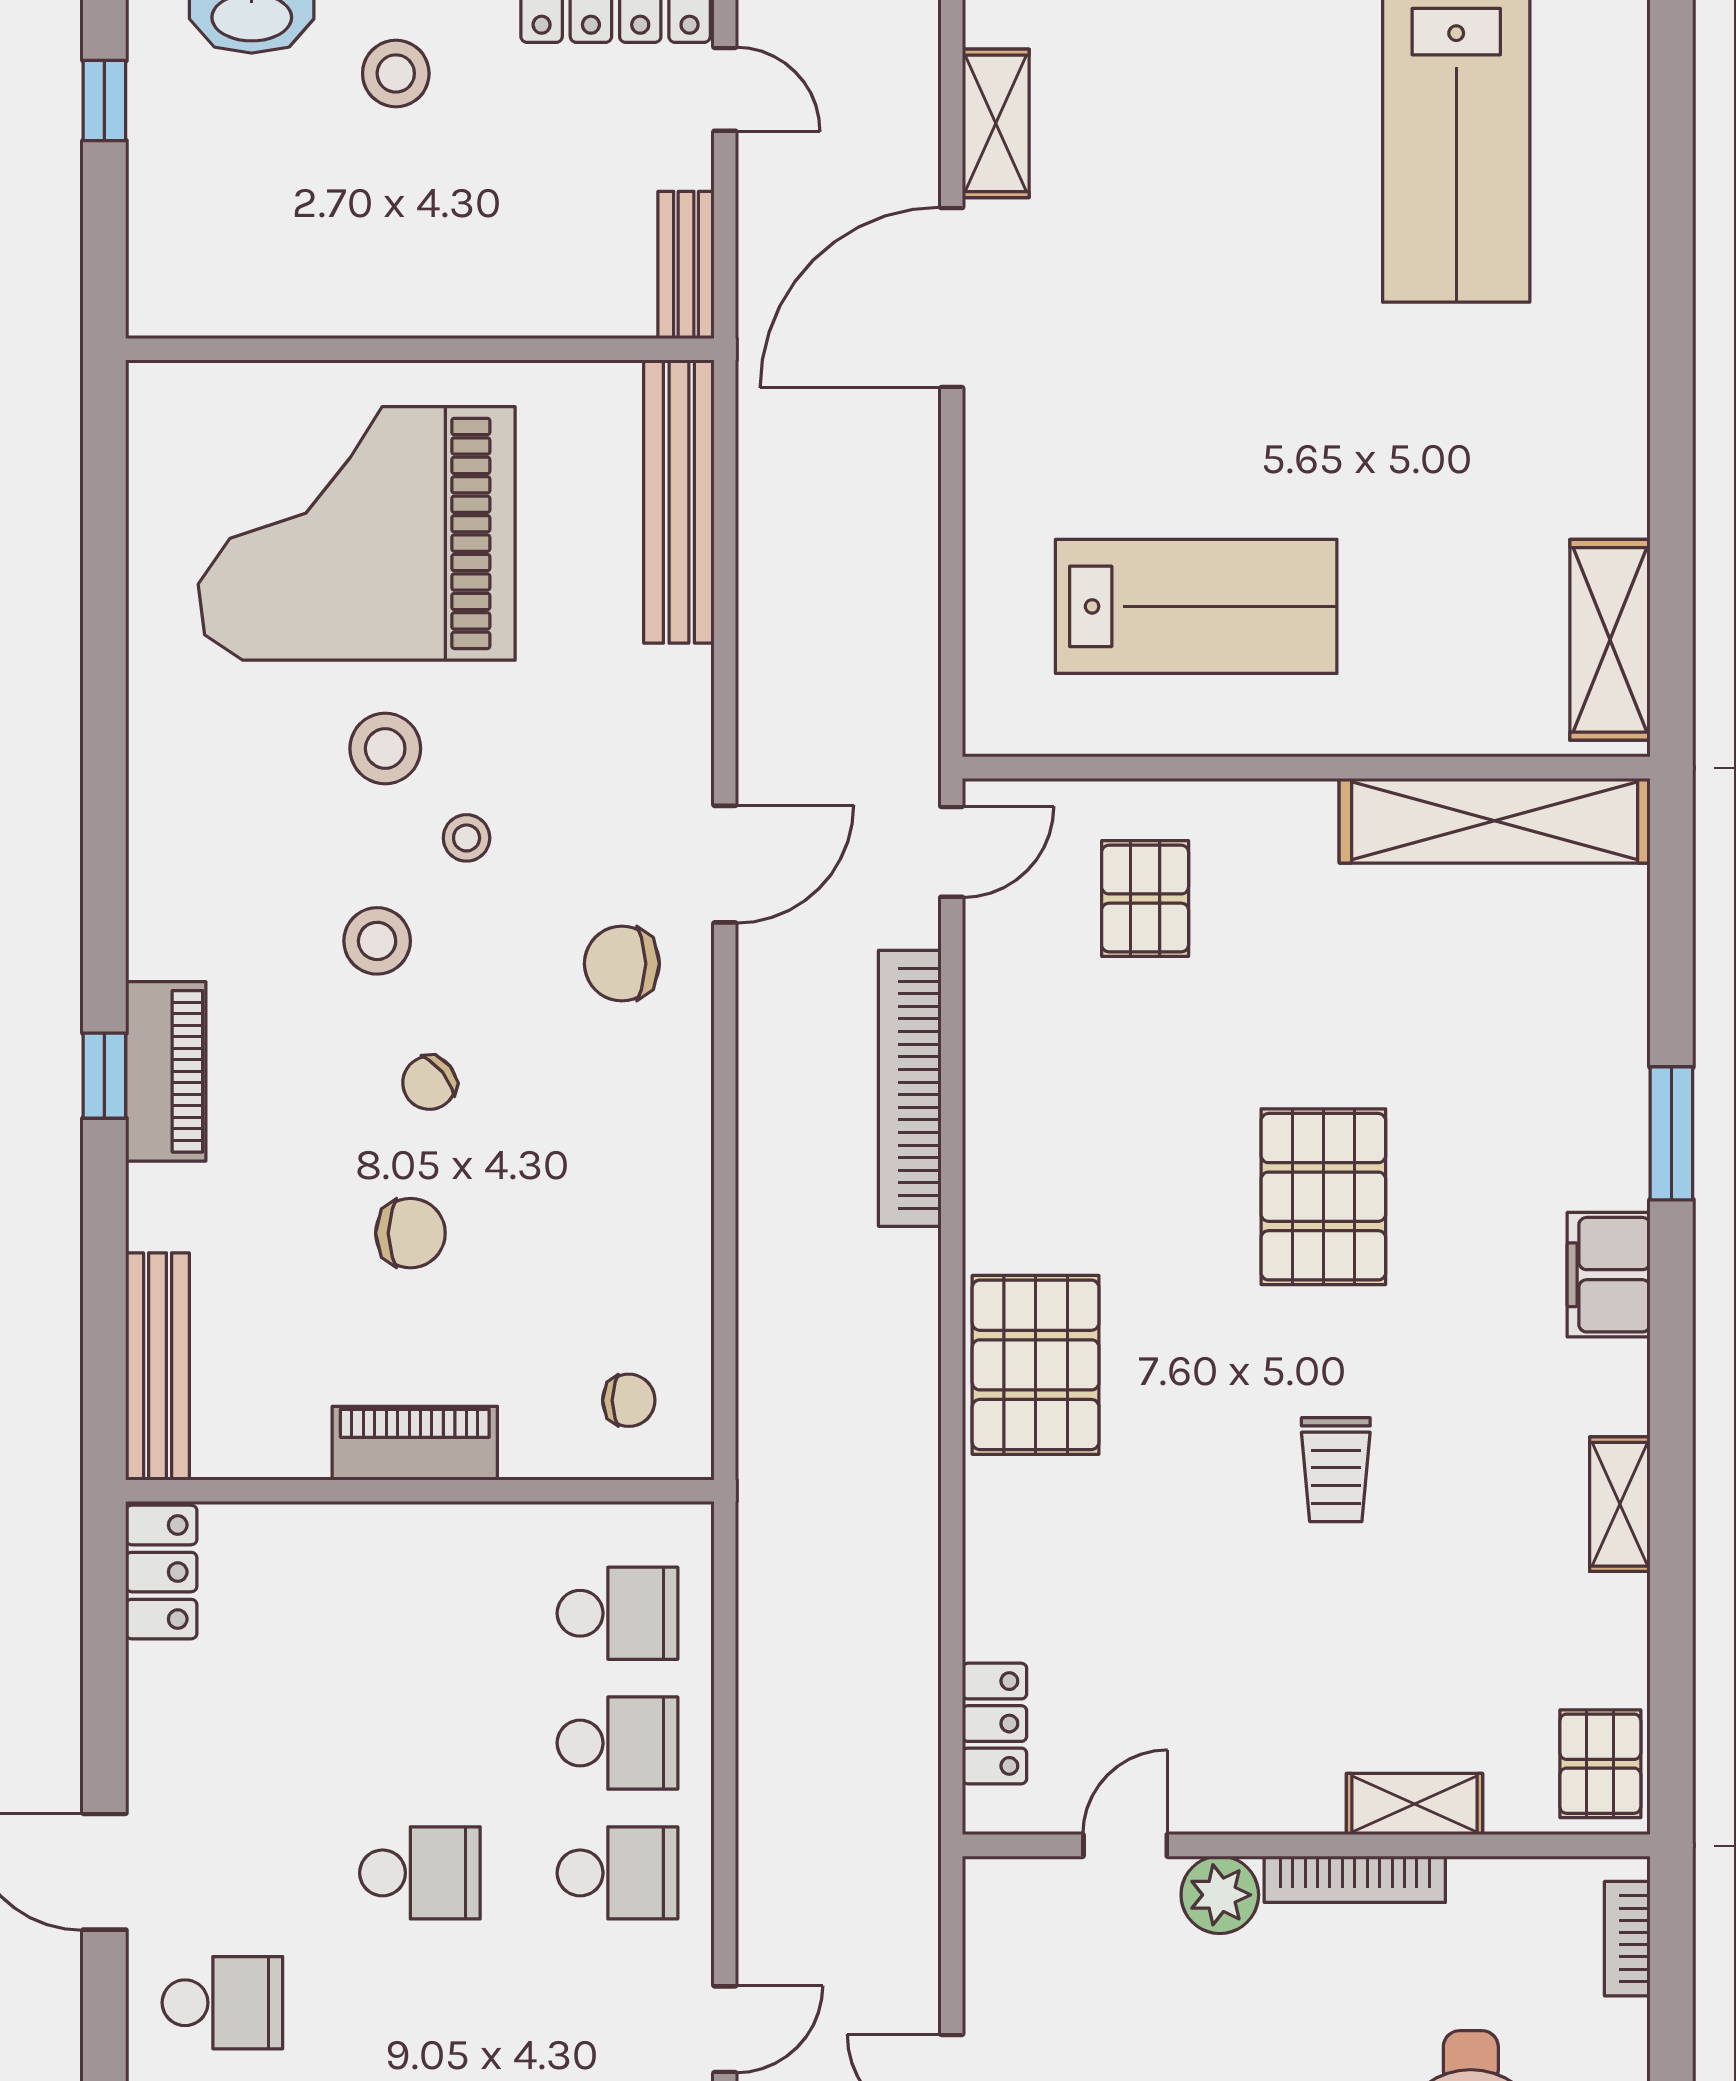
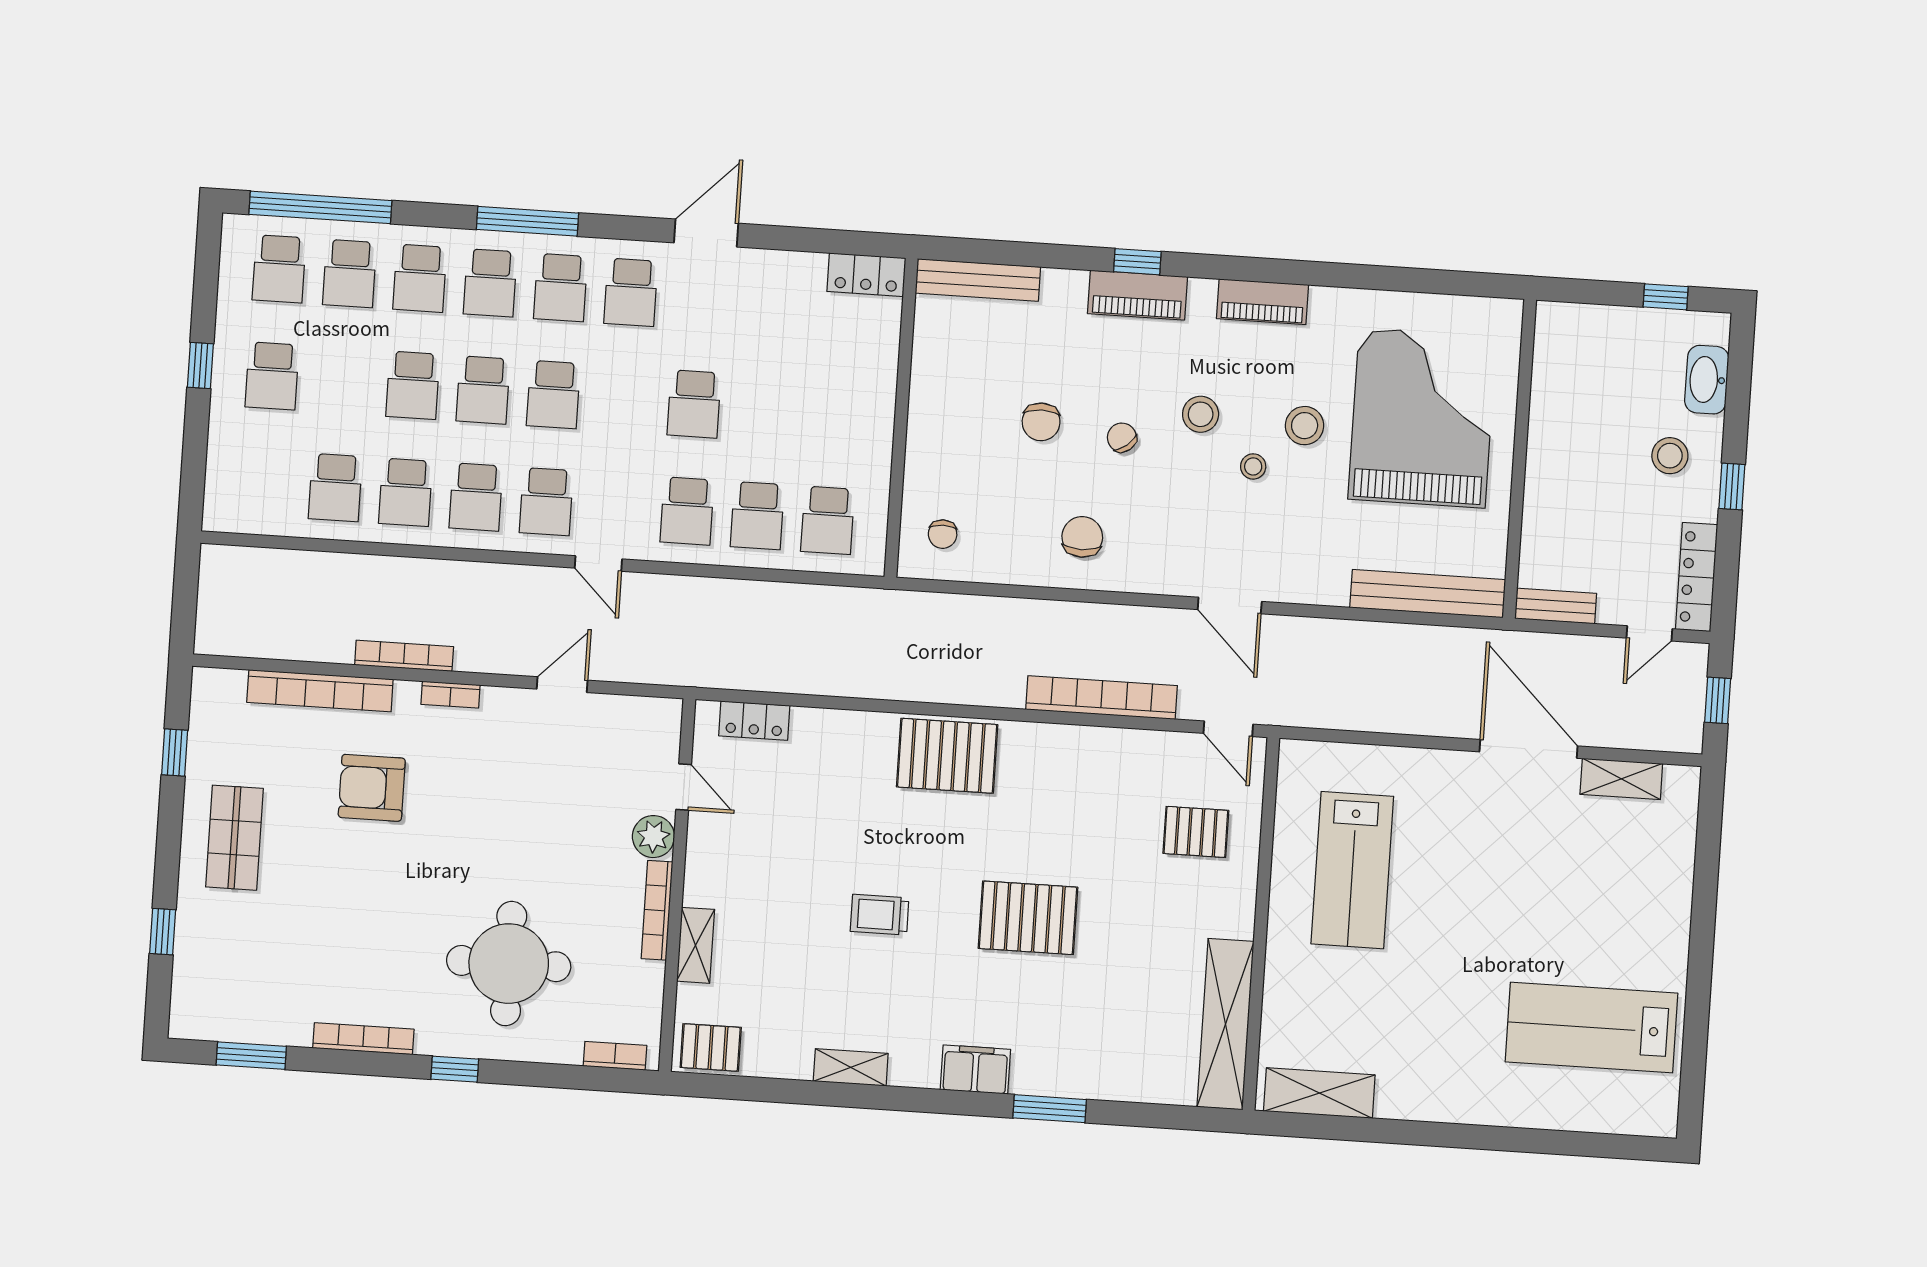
chair: (622, 964) -> (1082, 537), moved
piano: (415, 1443) -> (1263, 302), moved, turned 90

